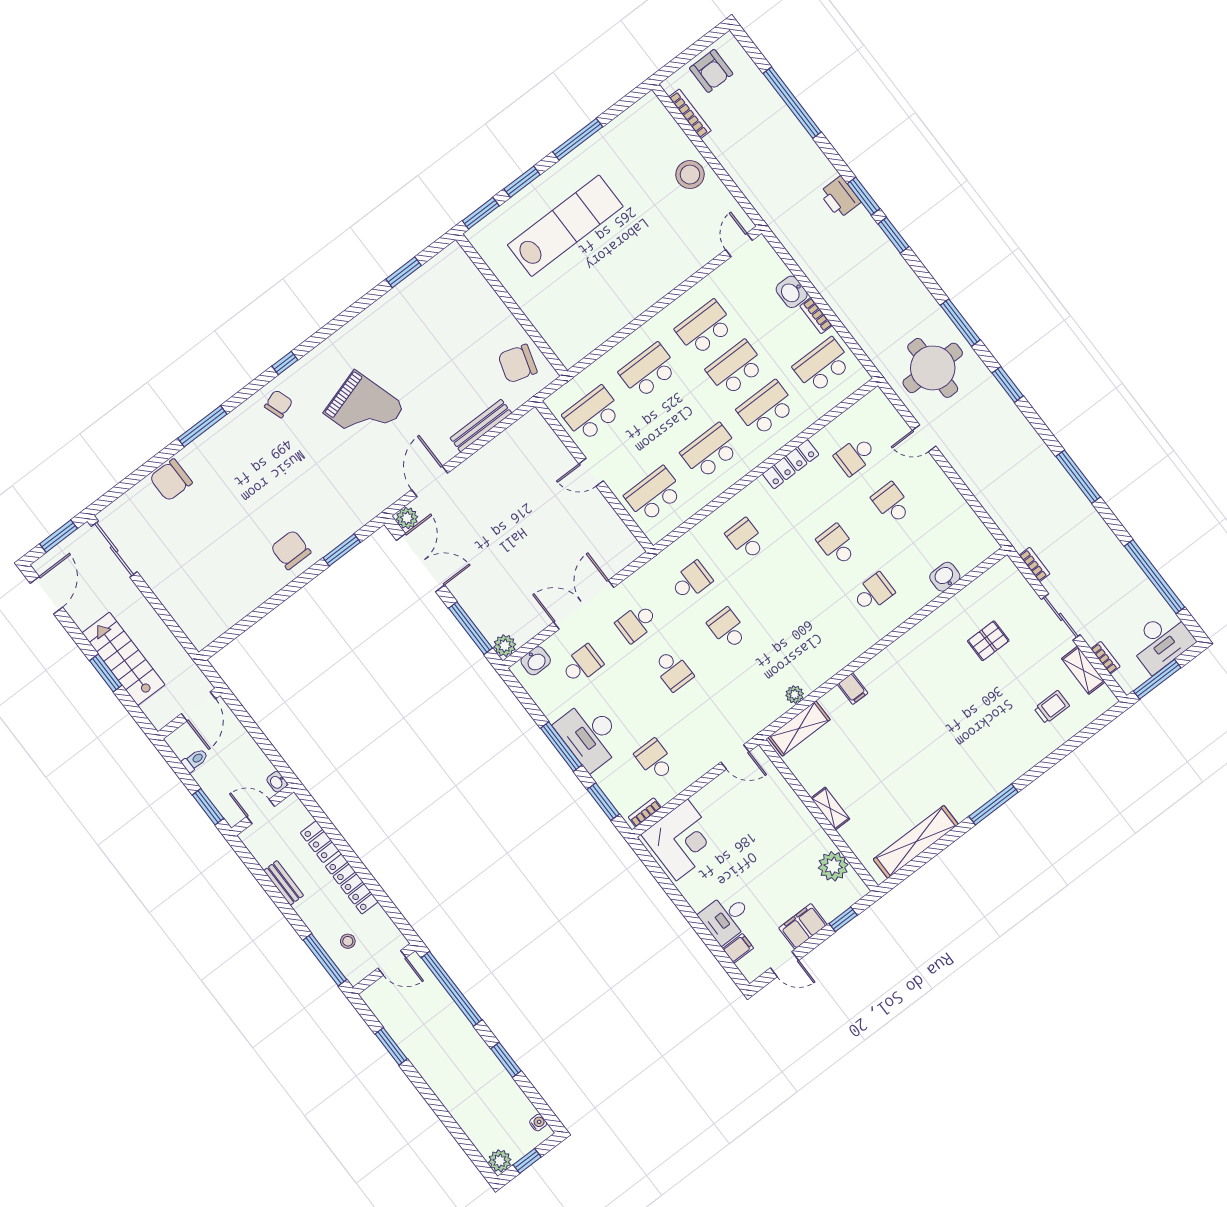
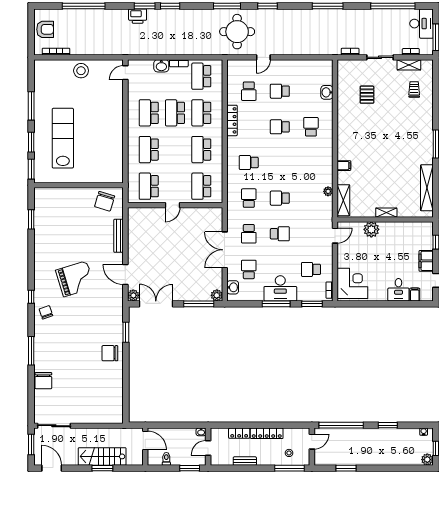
door: (739, 245) -> (125, 73), hinge flipped
plant: (833, 866) -> (371, 229), moved

